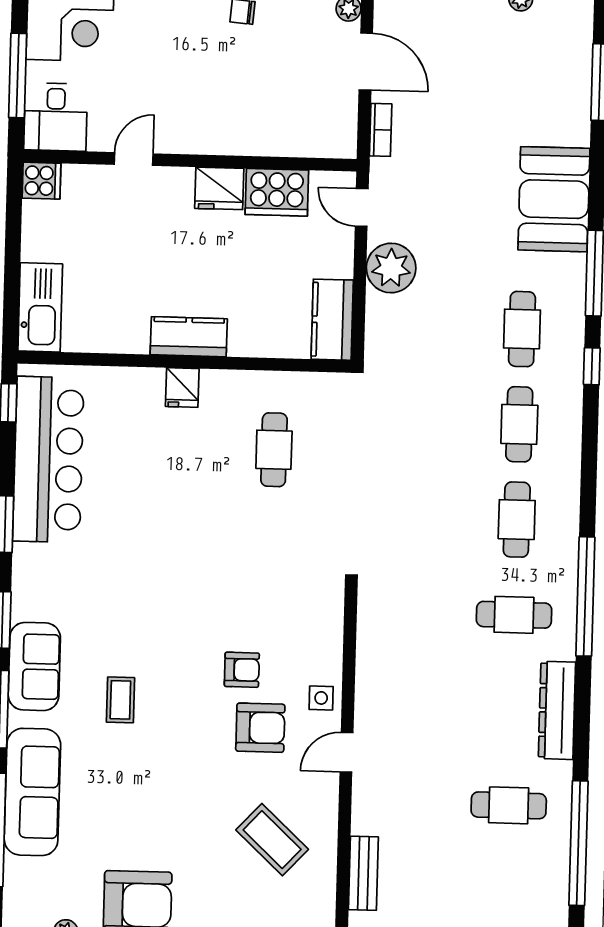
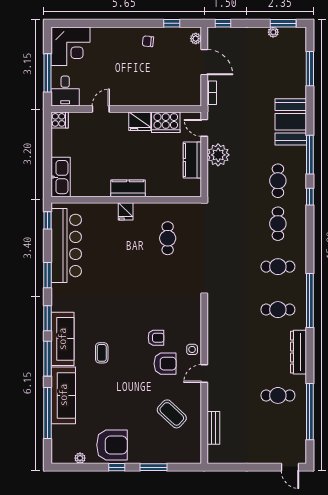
kitchen counter: (332, 320) -> (192, 160), moved
cafe table: (517, 520) -> (278, 267), turned 90
sofa: (34, 666) -> (62, 339), width x1.36

